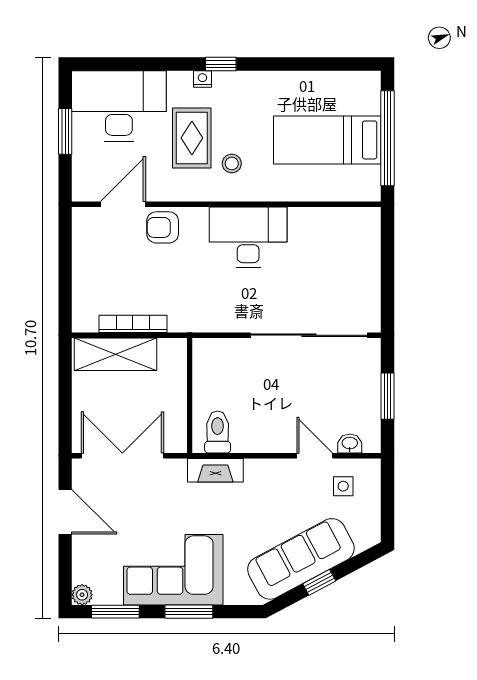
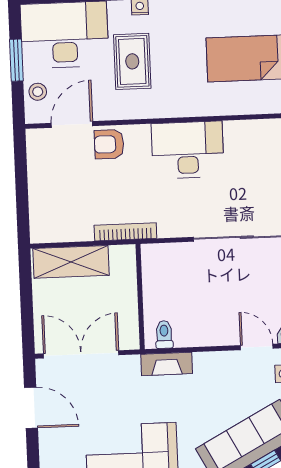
stool: (232, 164) -> (38, 92), moved
bookcase: (133, 324) -> (125, 232), moved
toilet: (218, 432) -> (164, 334), width x0.73, depth x0.72

